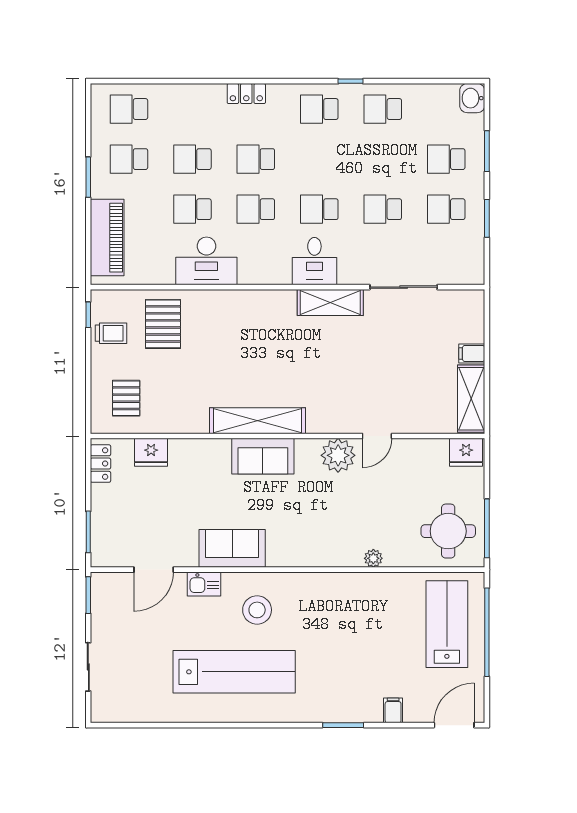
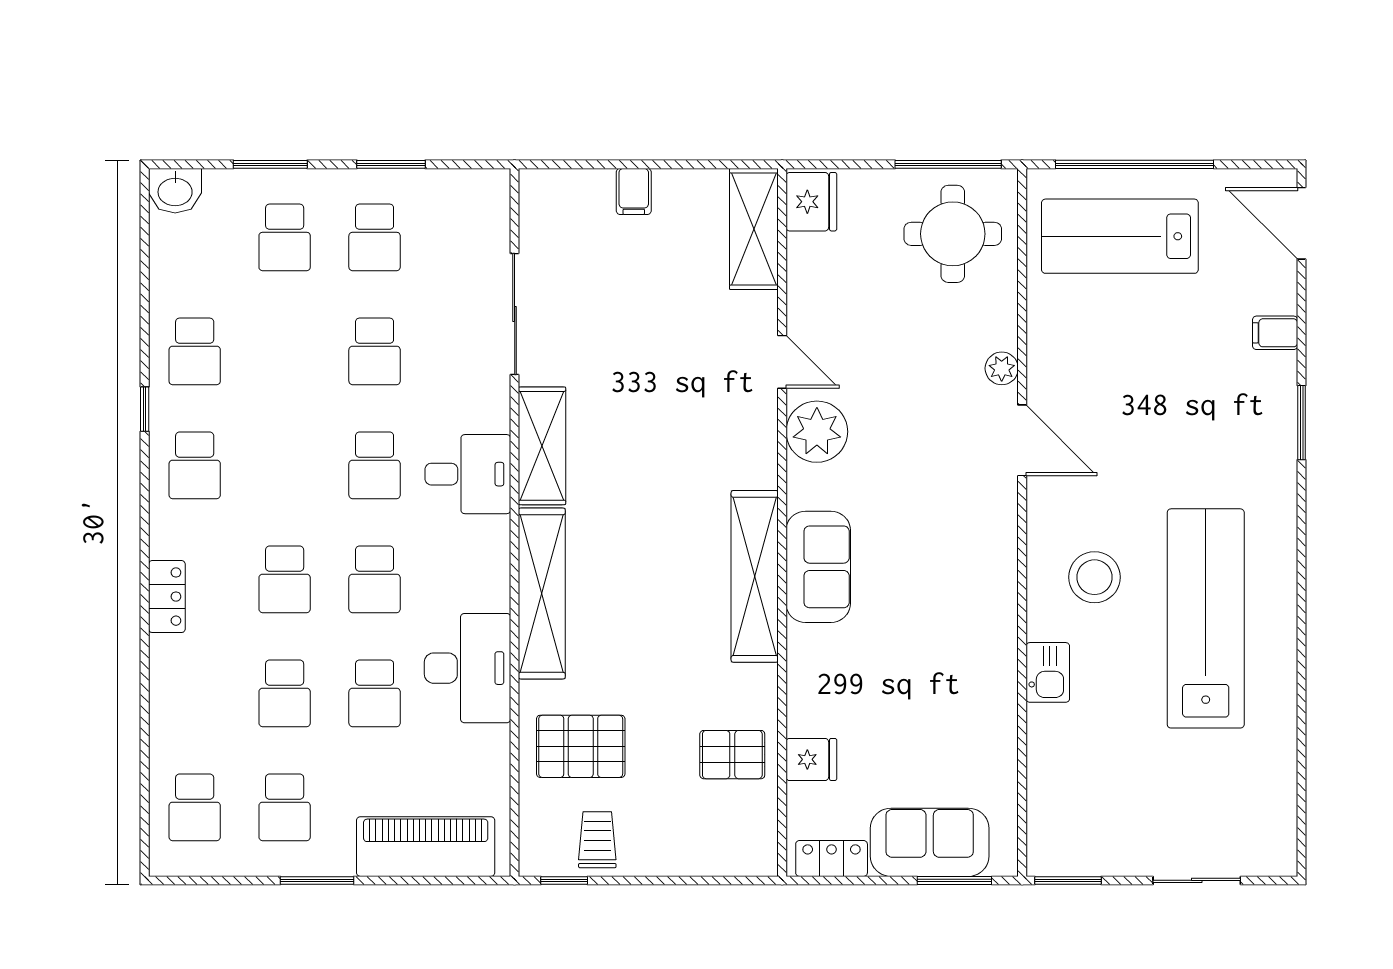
shelving: (248, 302) -> (542, 594), added
pallet: (126, 398) -> (732, 755), moved
shelving: (471, 399) -> (754, 229), moved, turned 90
fridge: (151, 452) -> (811, 759), width x0.72
sofa: (232, 548) -> (930, 842), moved, turned 90
door: (154, 570) -> (1022, 440), moved

